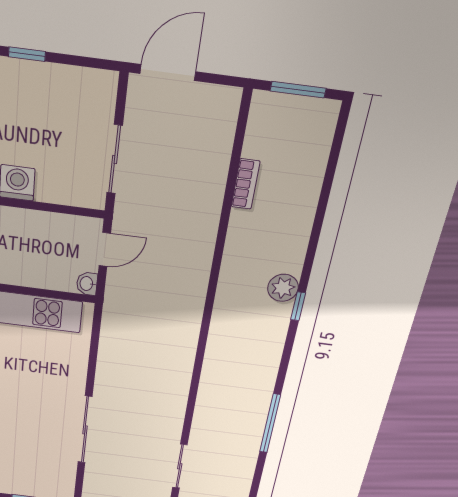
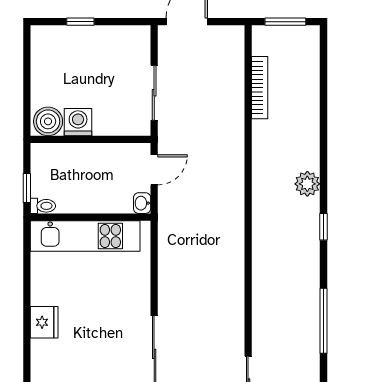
bookcase: (246, 184) -> (260, 88), width x1.56
window: (298, 306) -> (324, 227), moved

